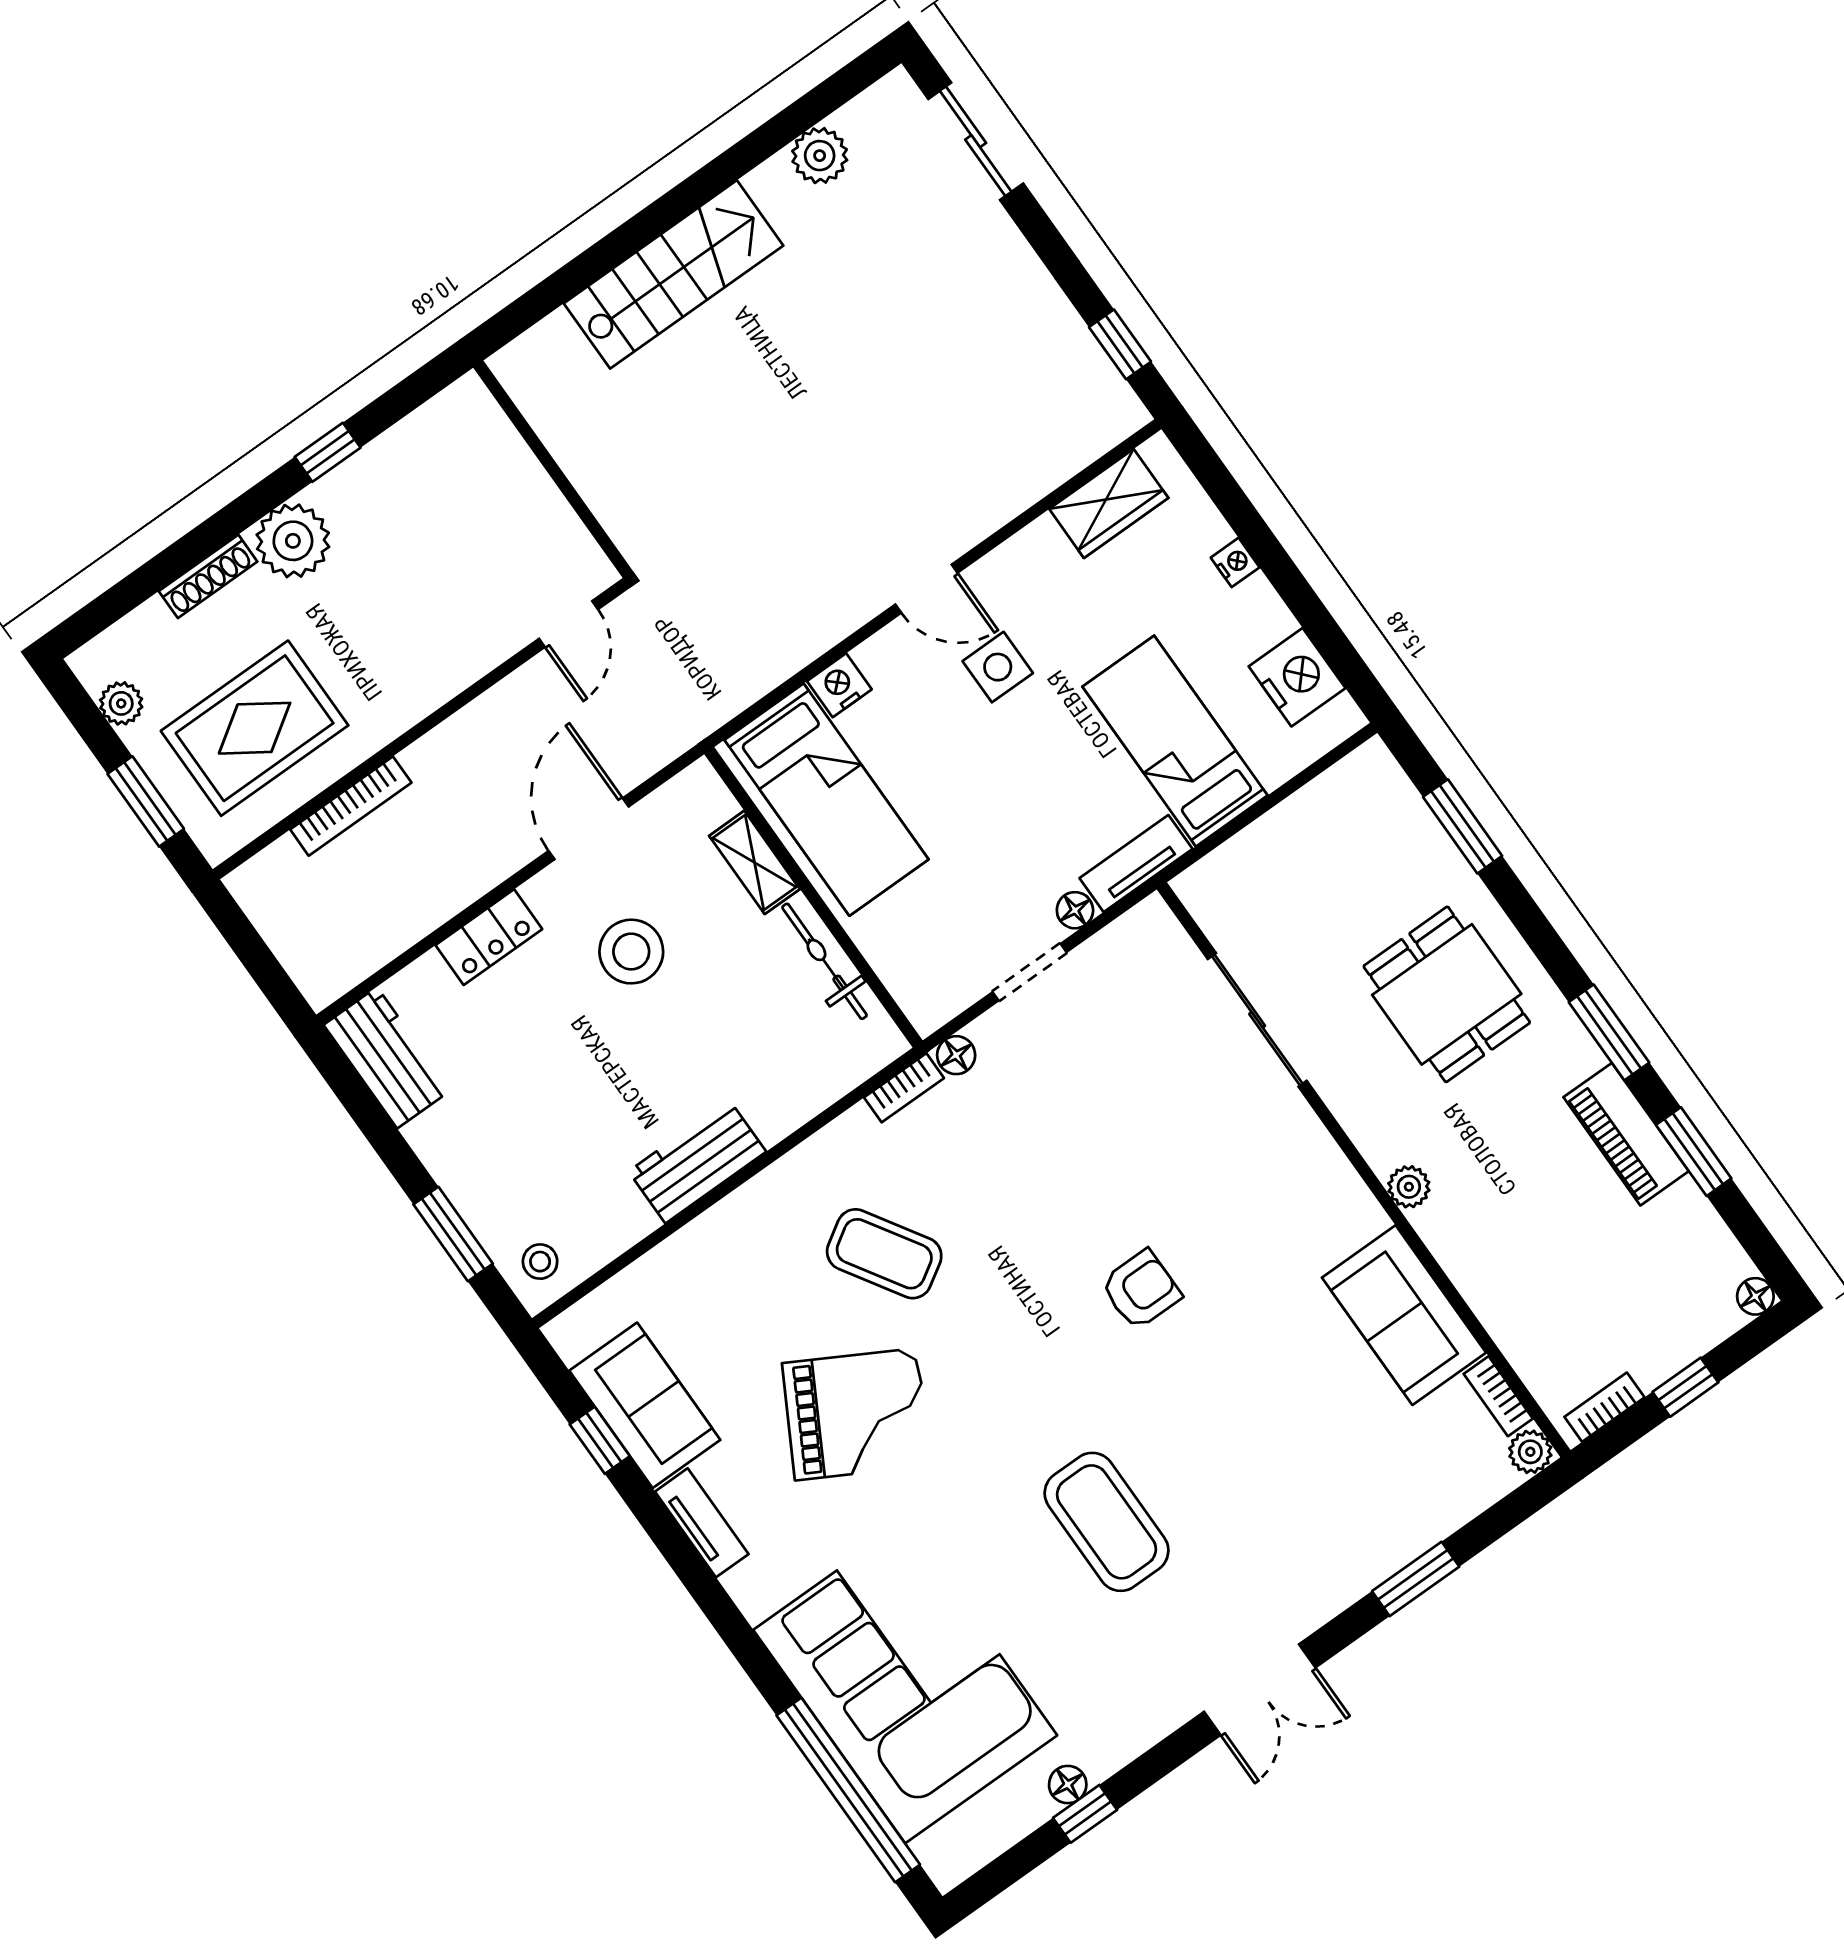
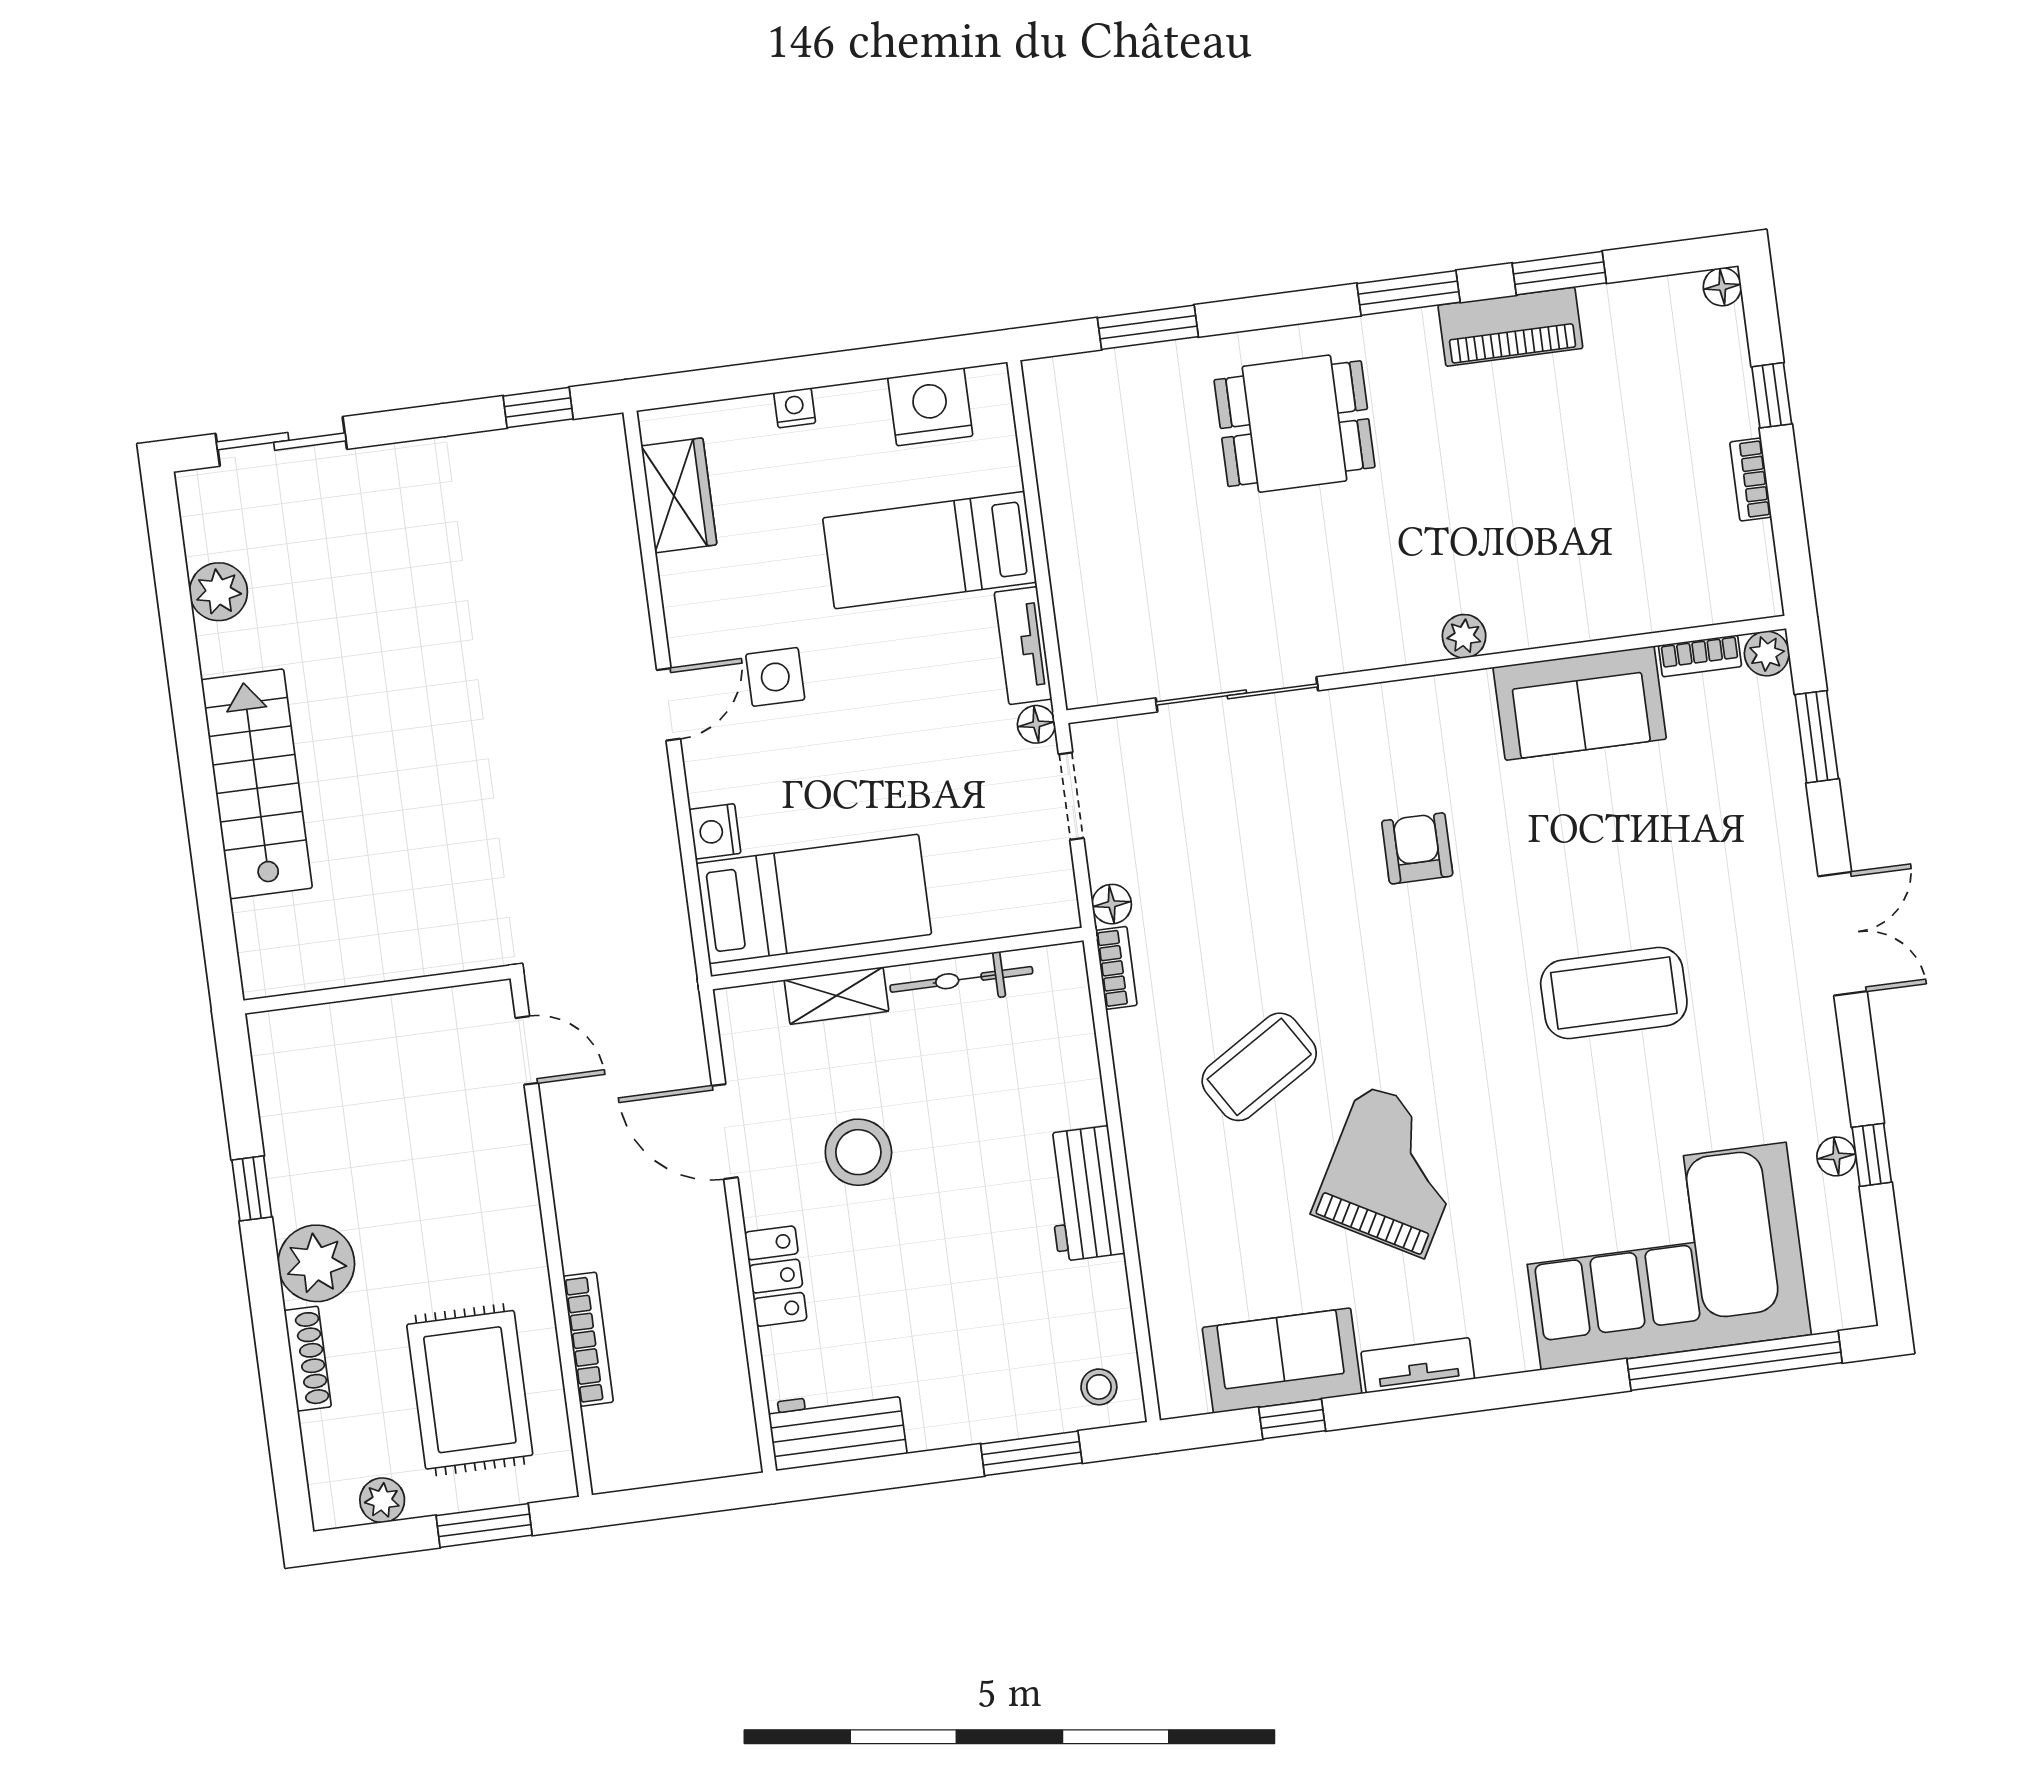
sliding door: (1257, 1020) -> (1237, 694), moved
wall: (1364, 1170) -> (1426, 669), moved
plant: (1409, 1187) -> (1464, 636), moved
sofa: (1404, 1315) -> (1580, 703), moved
bookcase: (1498, 1396) -> (1700, 656), moved
plant: (1530, 1452) -> (1767, 654), moved

